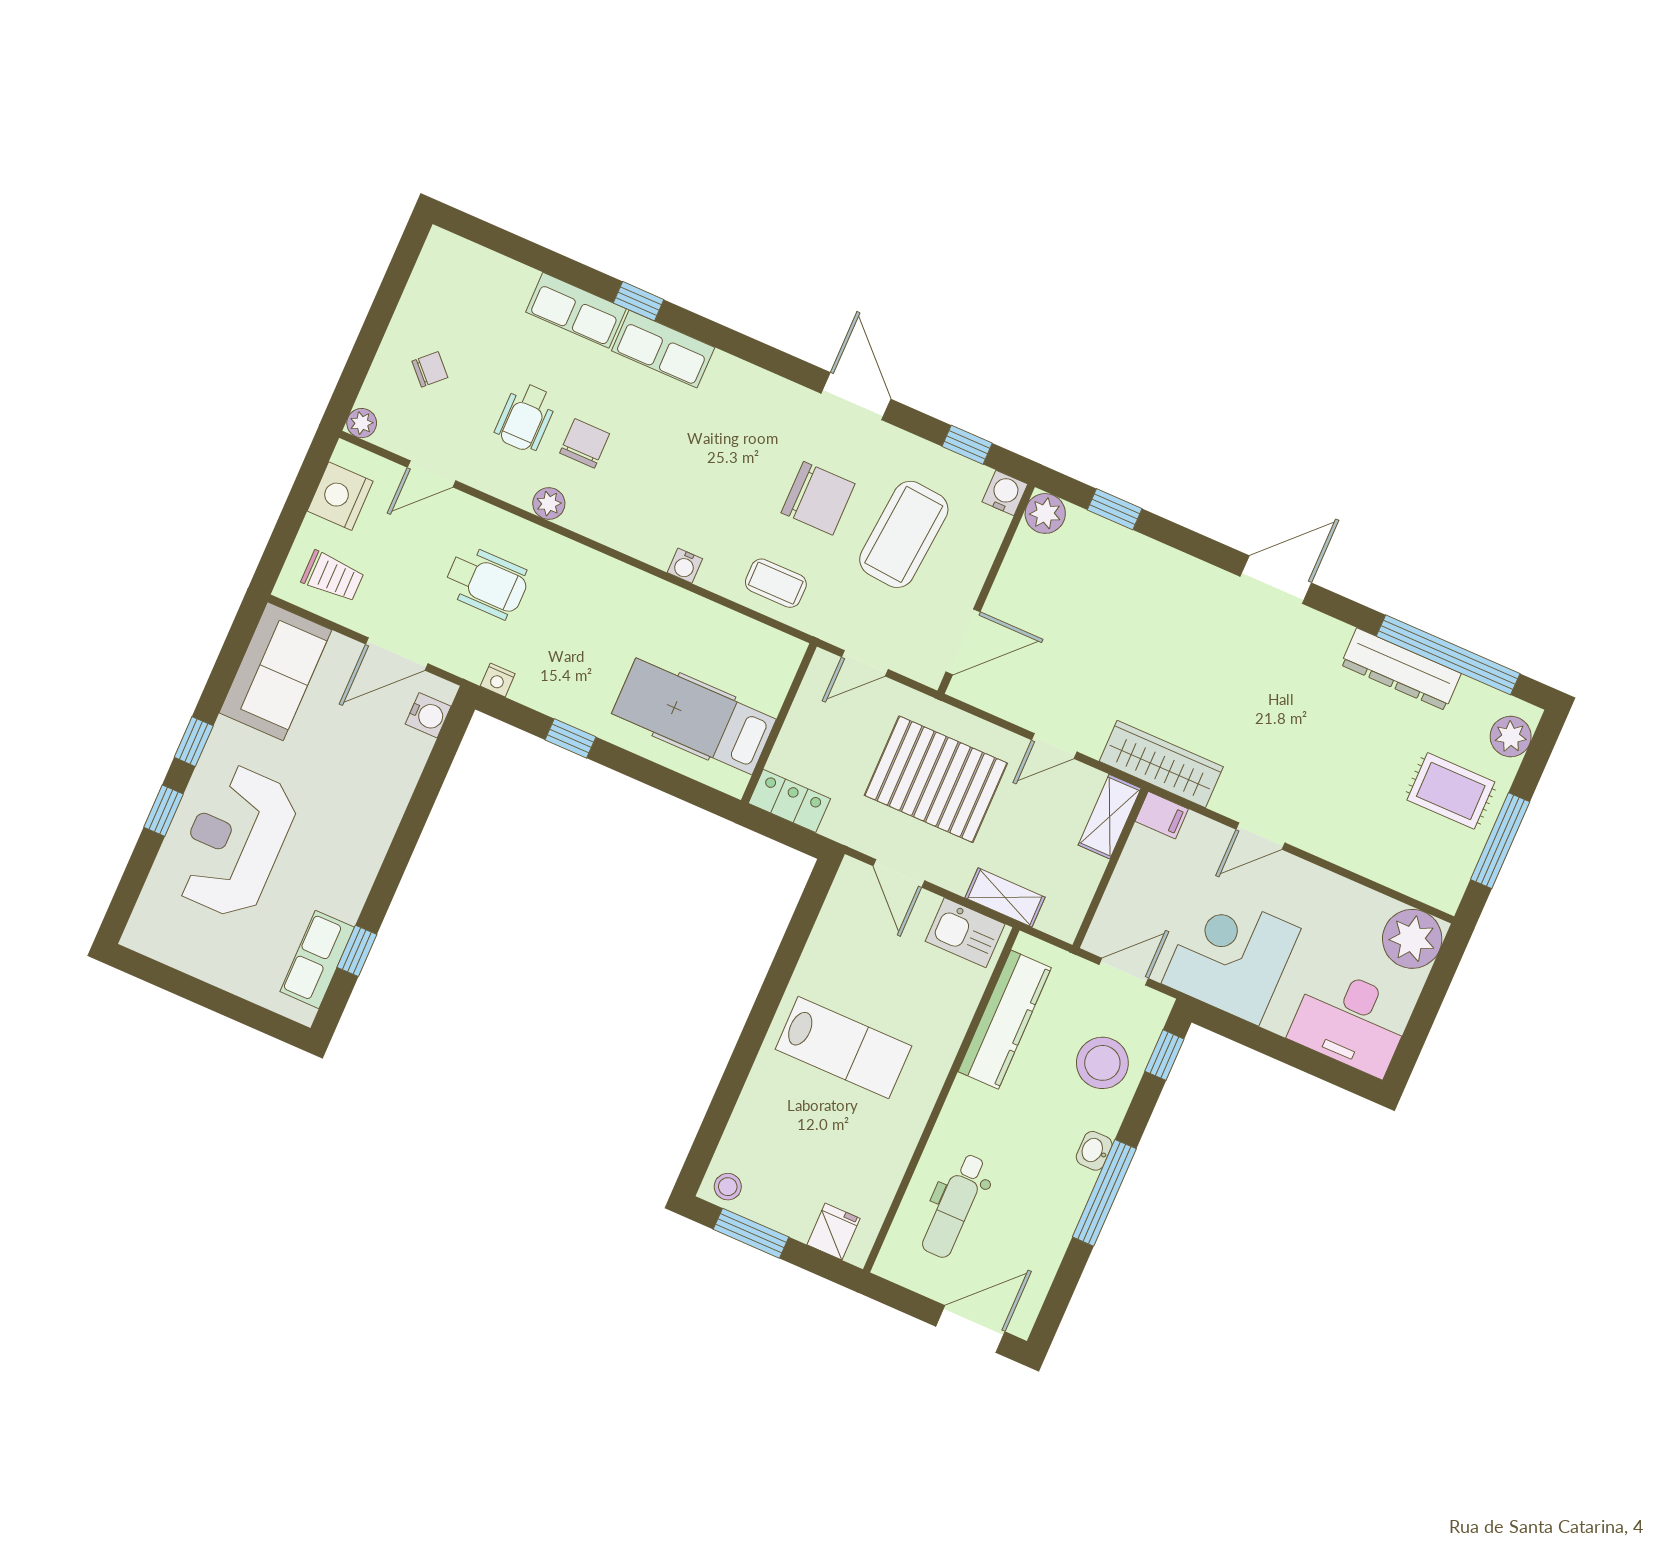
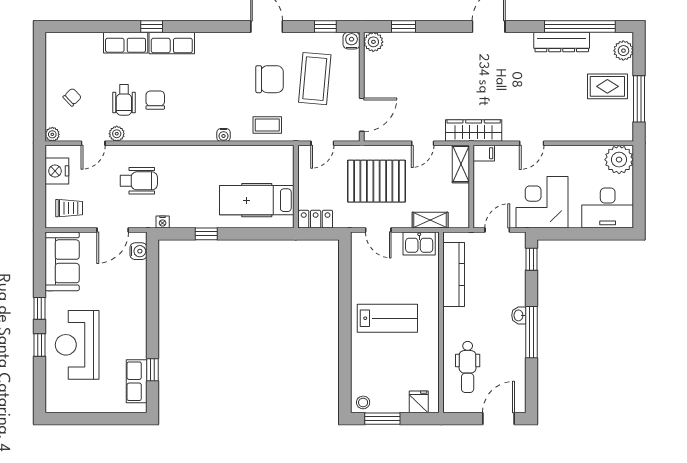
plant: (549, 504) -> (117, 134), moved
stool: (1102, 1063) -> (505, 275), removed

